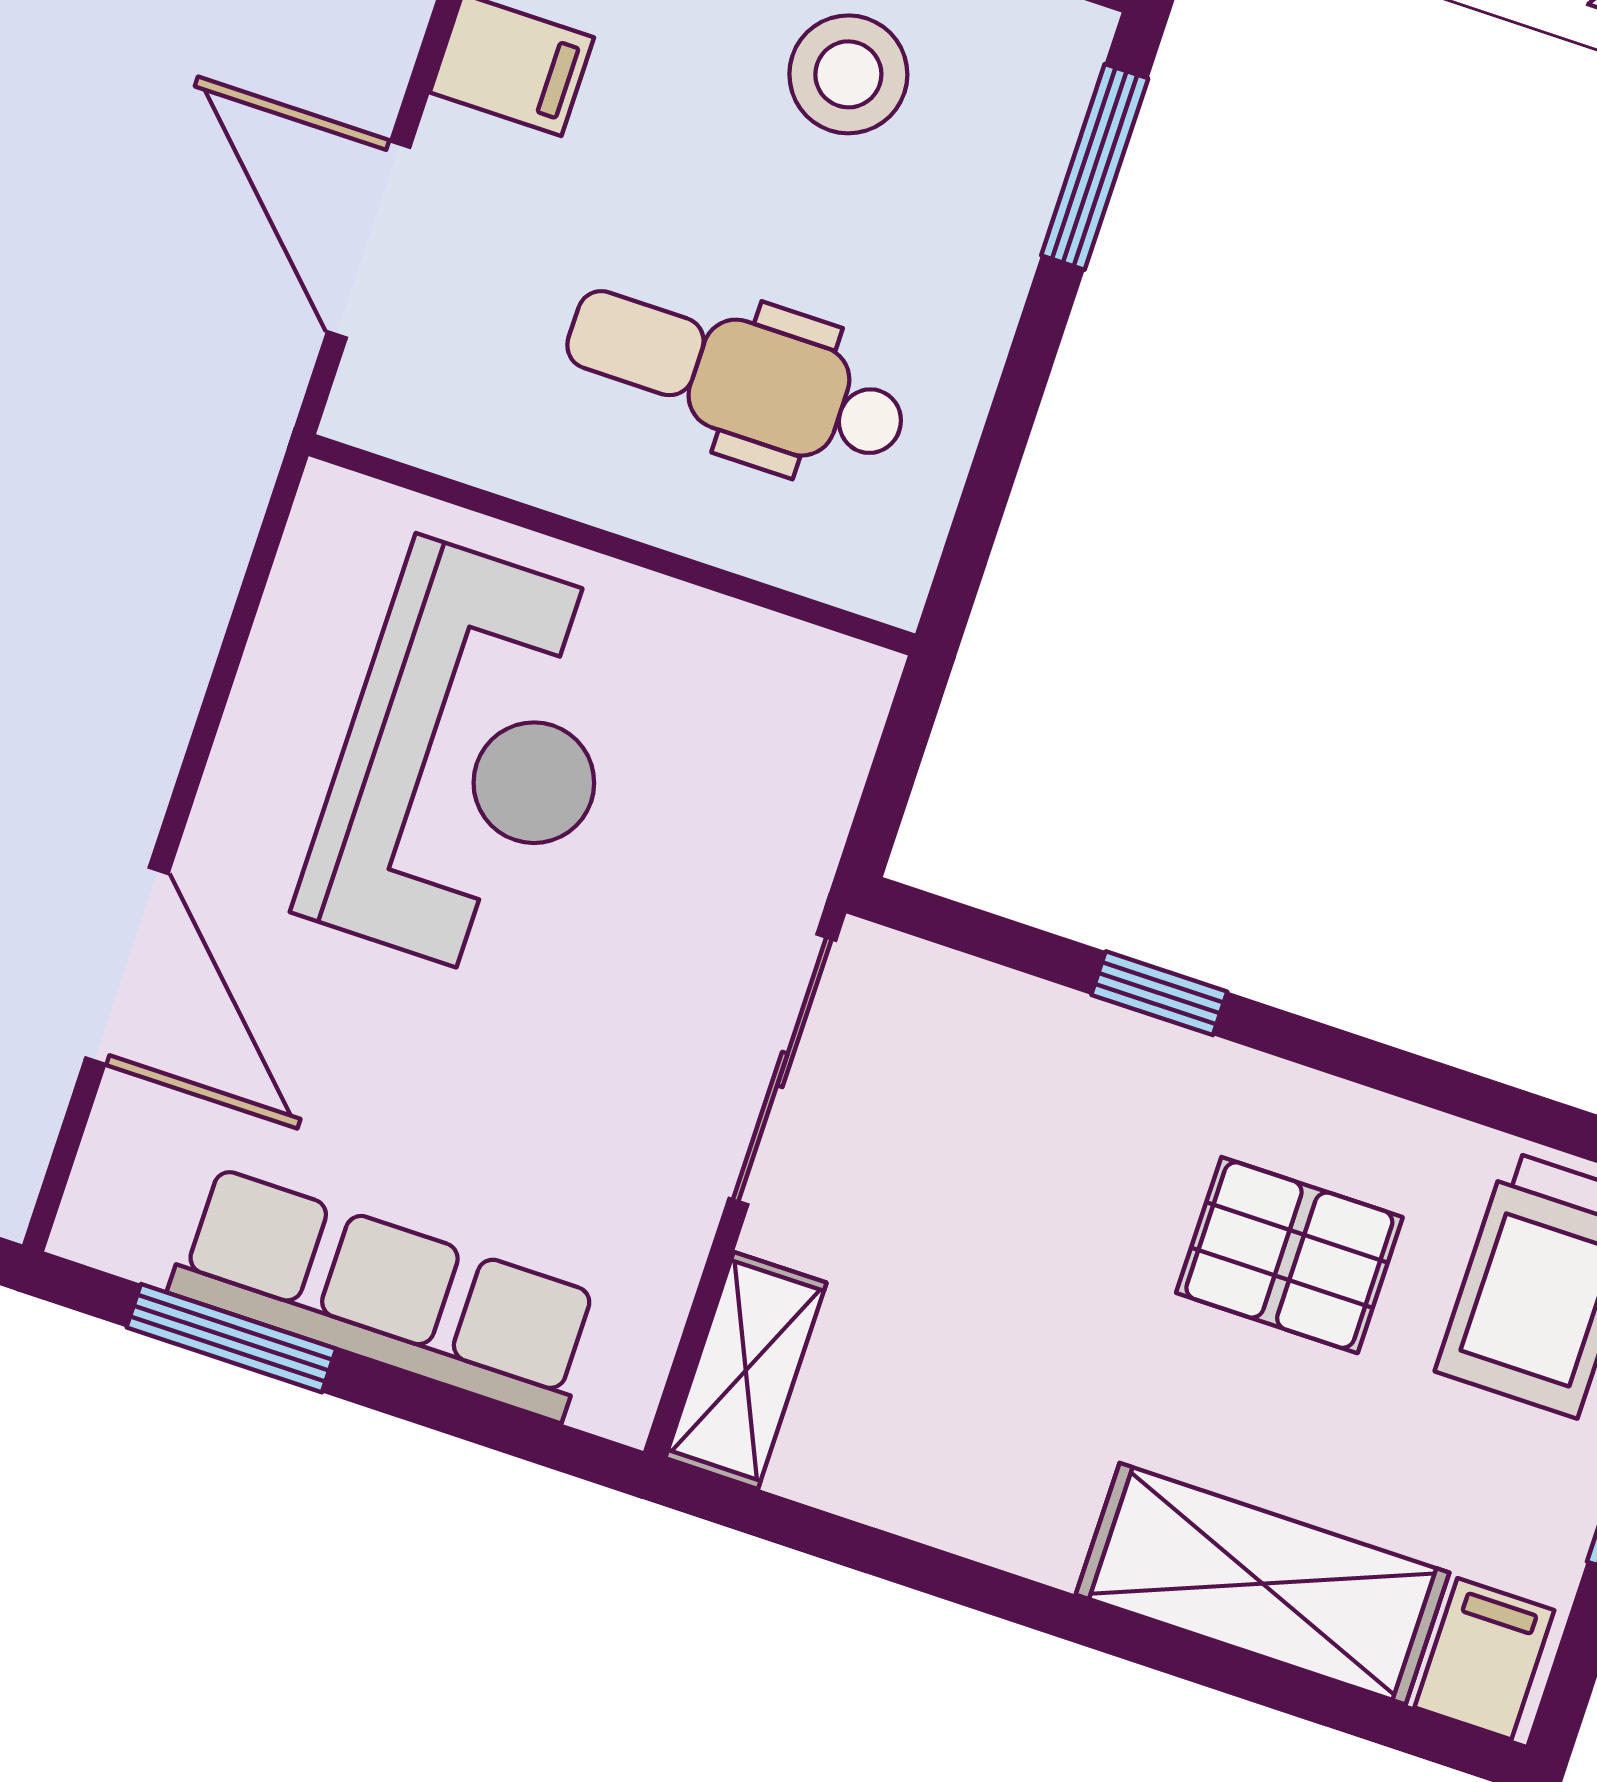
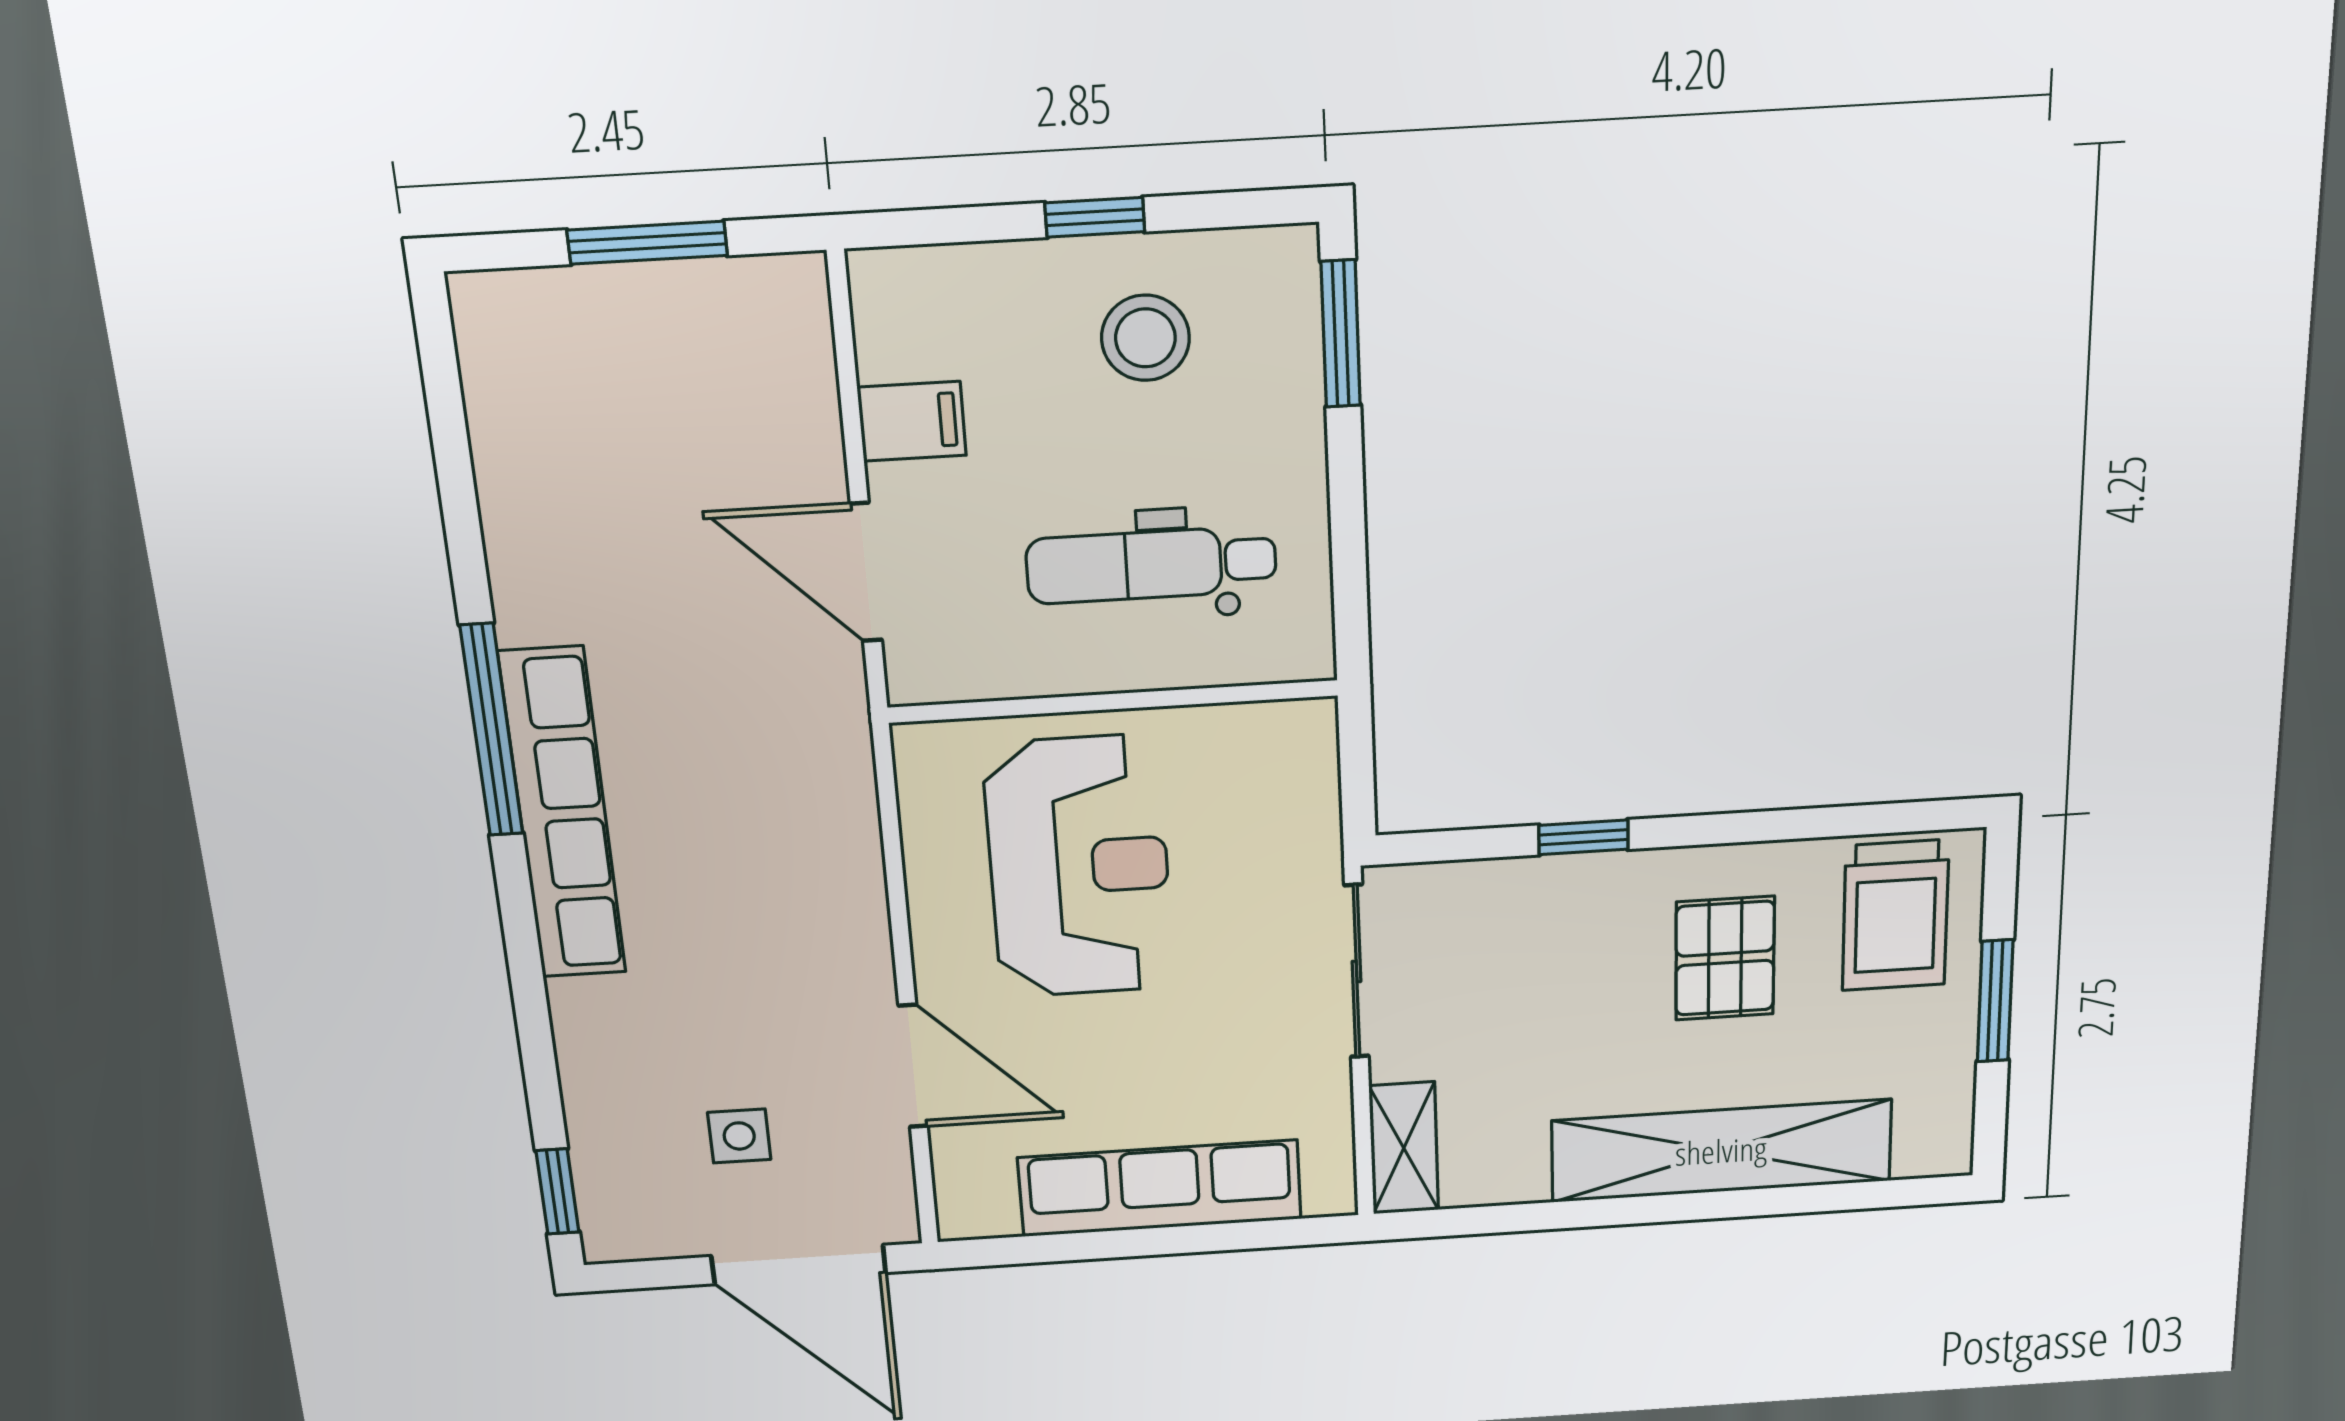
pallet: (1289, 1255) -> (1725, 958), turned 90
window: (231, 1338) -> (1076, 1247), removed
shelving: (1263, 1584) -> (1721, 1151), width x1.47
filing cabinet: (1484, 1659) -> (1930, 1138), removed

